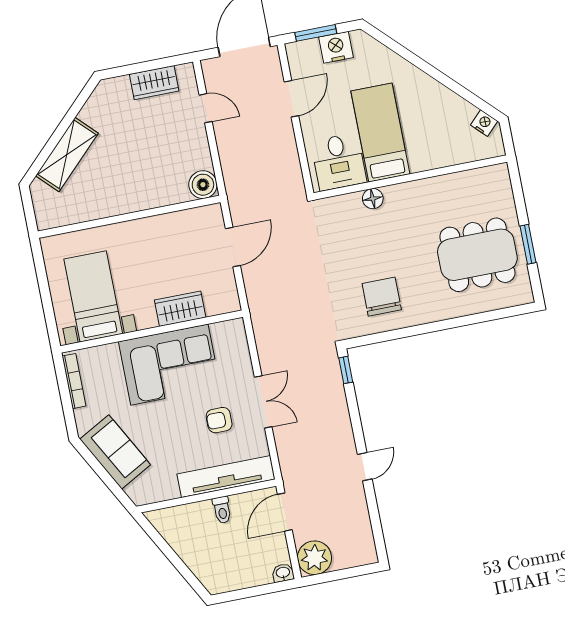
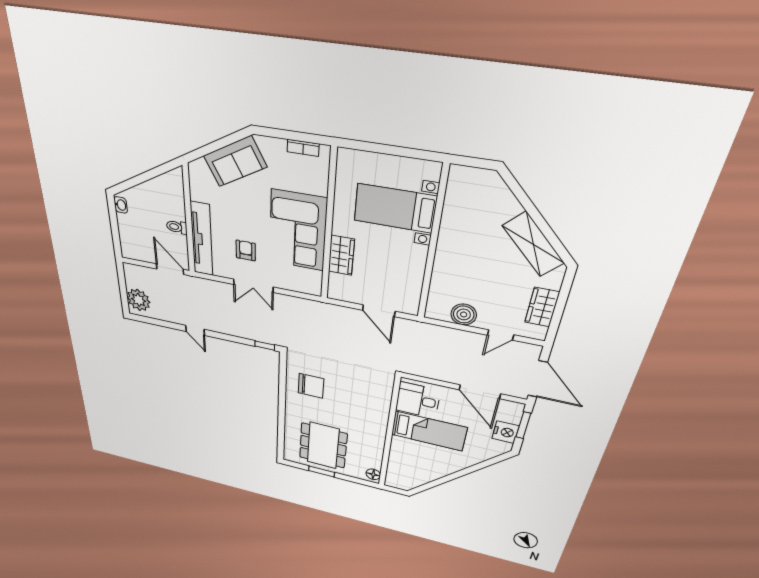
door: (291, 99) -> (480, 392), width x1.36
nightstand: (484, 123) -> (410, 484), removed
shelving: (67, 155) -> (533, 244), moved
boiler: (203, 185) -> (464, 314), moved
floor lamp: (373, 199) -> (373, 474), moved
bed with nightstands: (93, 296) -> (395, 208), moved, turned 180
bookcase: (74, 381) -> (303, 148), width x0.64
plant: (315, 558) -> (139, 300), moved
washbasin: (283, 573) -> (121, 205), moved

